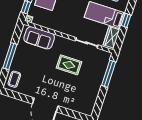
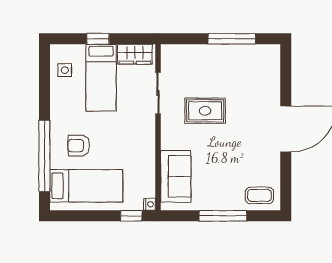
rug: (69, 65) -> (205, 111), turned 90
window: (109, 74) -> (232, 39), moved

